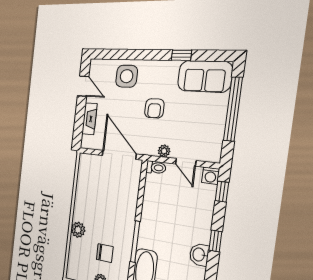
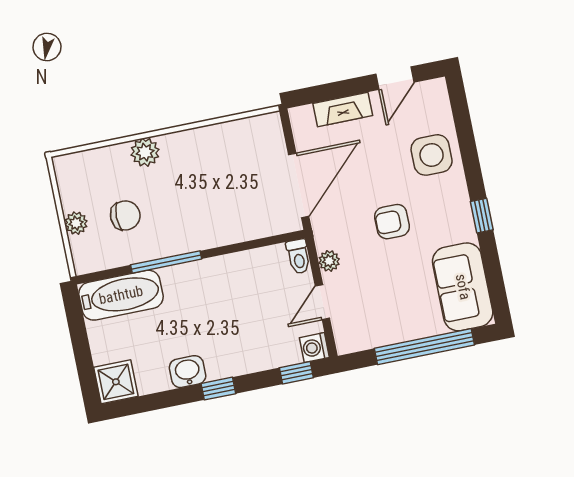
window: (181, 55) -> (482, 216), moved
chair: (105, 253) -> (125, 215), turned -90

